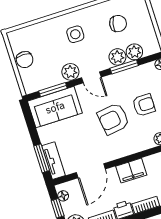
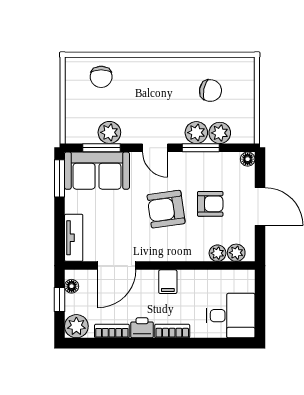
side table: (75, 34) -> (152, 87), removed
chair: (25, 60) -> (101, 77), moved
plant: (70, 72) -> (109, 132), moved
window: (42, 158) -> (59, 178), moved
filing cabinet: (131, 171) -> (168, 282), width x0.50

